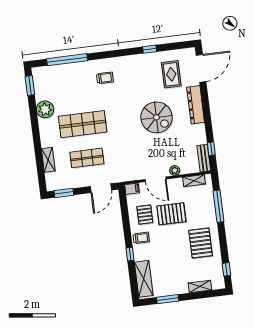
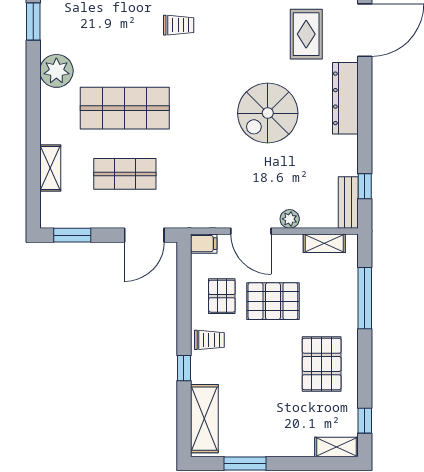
spiral stairs: (156, 117) -> (268, 113), turned 90
shelving: (200, 287) -> (336, 447), moved

